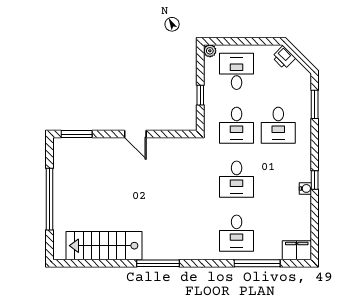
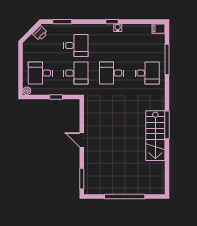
printer: (284, 57) -> (40, 33), moved
door: (135, 134) -> (82, 140), swing flipped
desk: (237, 179) -> (112, 73), turned 180
stairs: (104, 246) -> (155, 136), moved
filing cabinet: (297, 250) -> (158, 29), width x0.50

